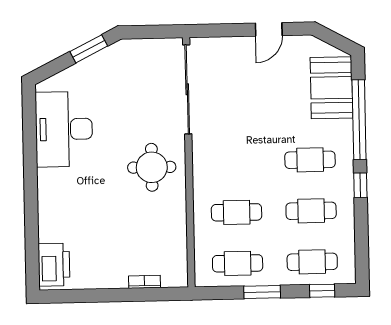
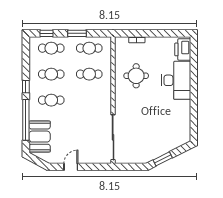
desk: (64, 129) -> (176, 80), moved
round table: (152, 167) -> (136, 76), moved

